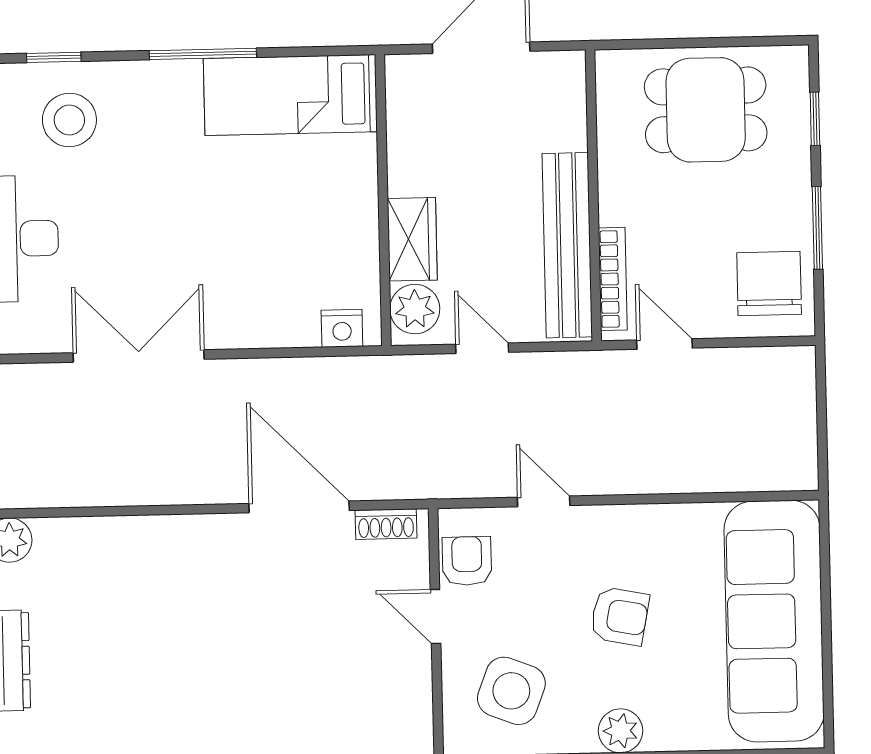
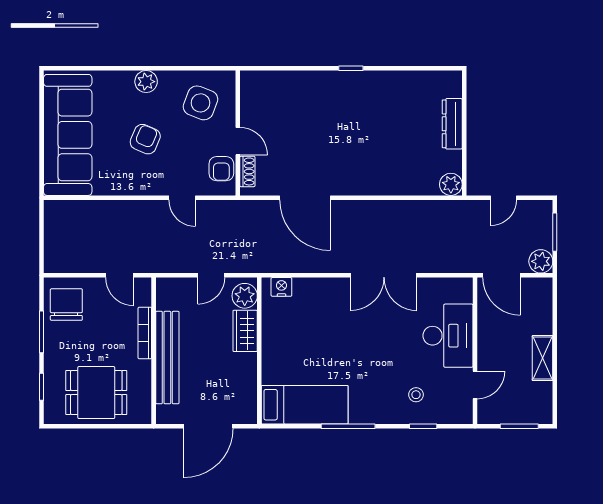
stool: (69, 120) -> (416, 395), width x0.53, depth x0.53
bench: (567, 245) -> (167, 358), moved
bookcase: (613, 279) -> (145, 333), moved
chair: (769, 284) -> (66, 305), turned 180
door: (482, 348) -> (211, 275), hinge flipped
shoe rack: (386, 524) -> (247, 171), moved, turned 90
armchair: (620, 616) -> (145, 139), turned 102

